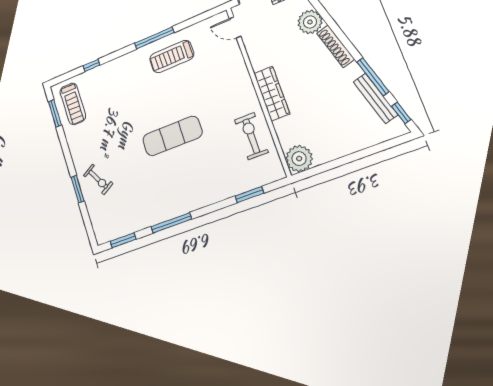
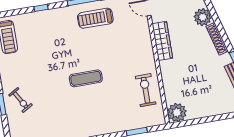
window: (92, 65) -> (41, 8), moved
wardrobe: (272, 94) -> (162, 41), moved
exercise mat: (172, 136) -> (86, 78), width x0.73, depth x0.69

